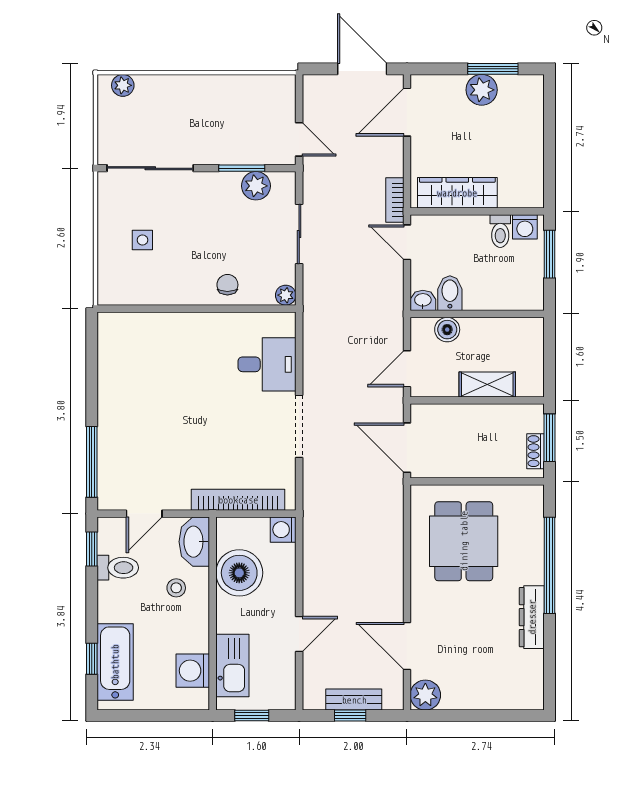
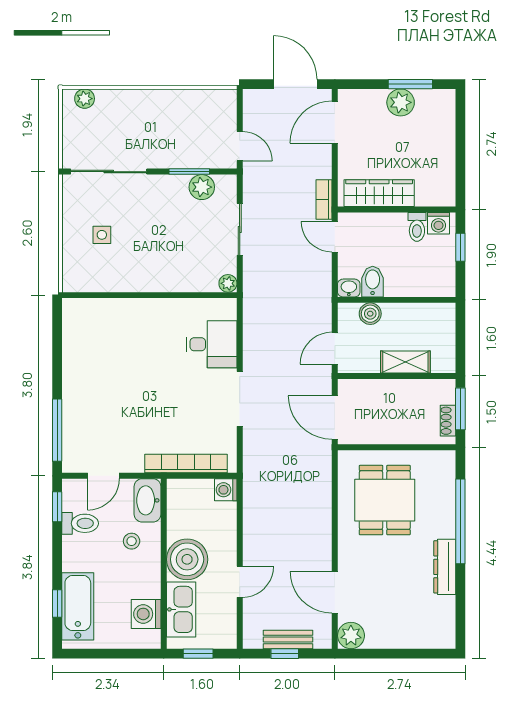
window: (550, 254) -> (460, 247), width x0.67
chair: (227, 285) -> (177, 274), removed
boiler: (239, 573) -> (187, 559), moved

